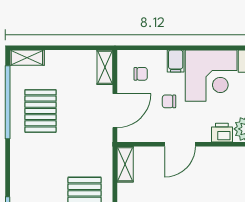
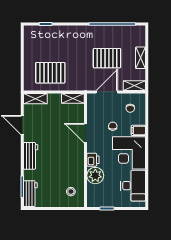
shelving: (27, 58) -> (140, 58), moved
pallet: (41, 111) -> (107, 58), moved
door: (115, 111) -> (107, 92), swing flipped

